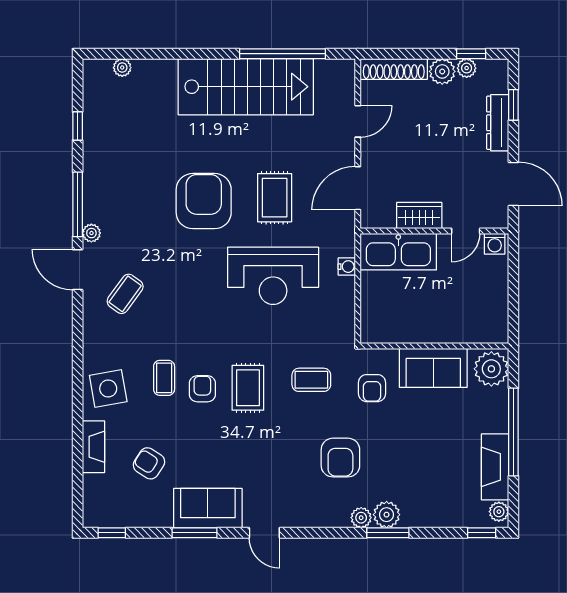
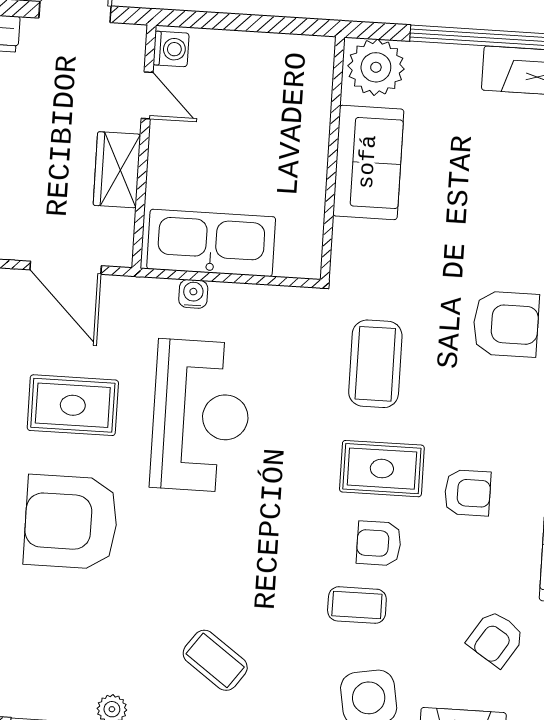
kitchen sink: (398, 252) -> (211, 243), moved, turned -90
coffee table: (311, 380) -> (375, 364), width x1.36, depth x1.30
armchair: (372, 388) -> (468, 493), moved

